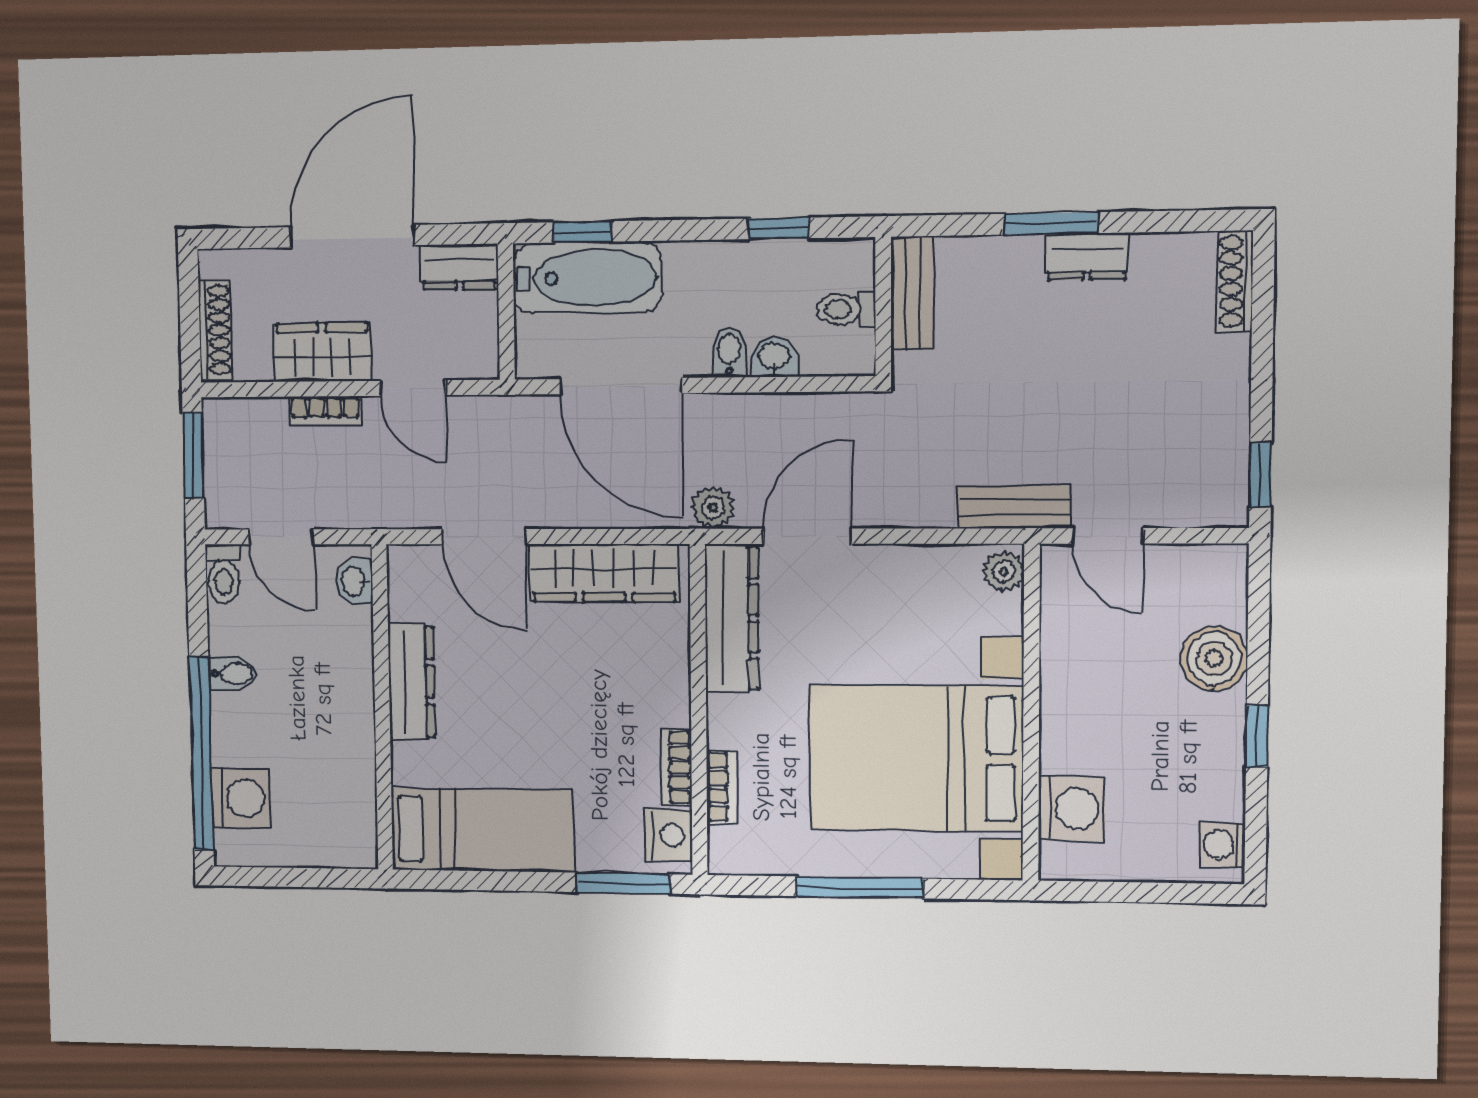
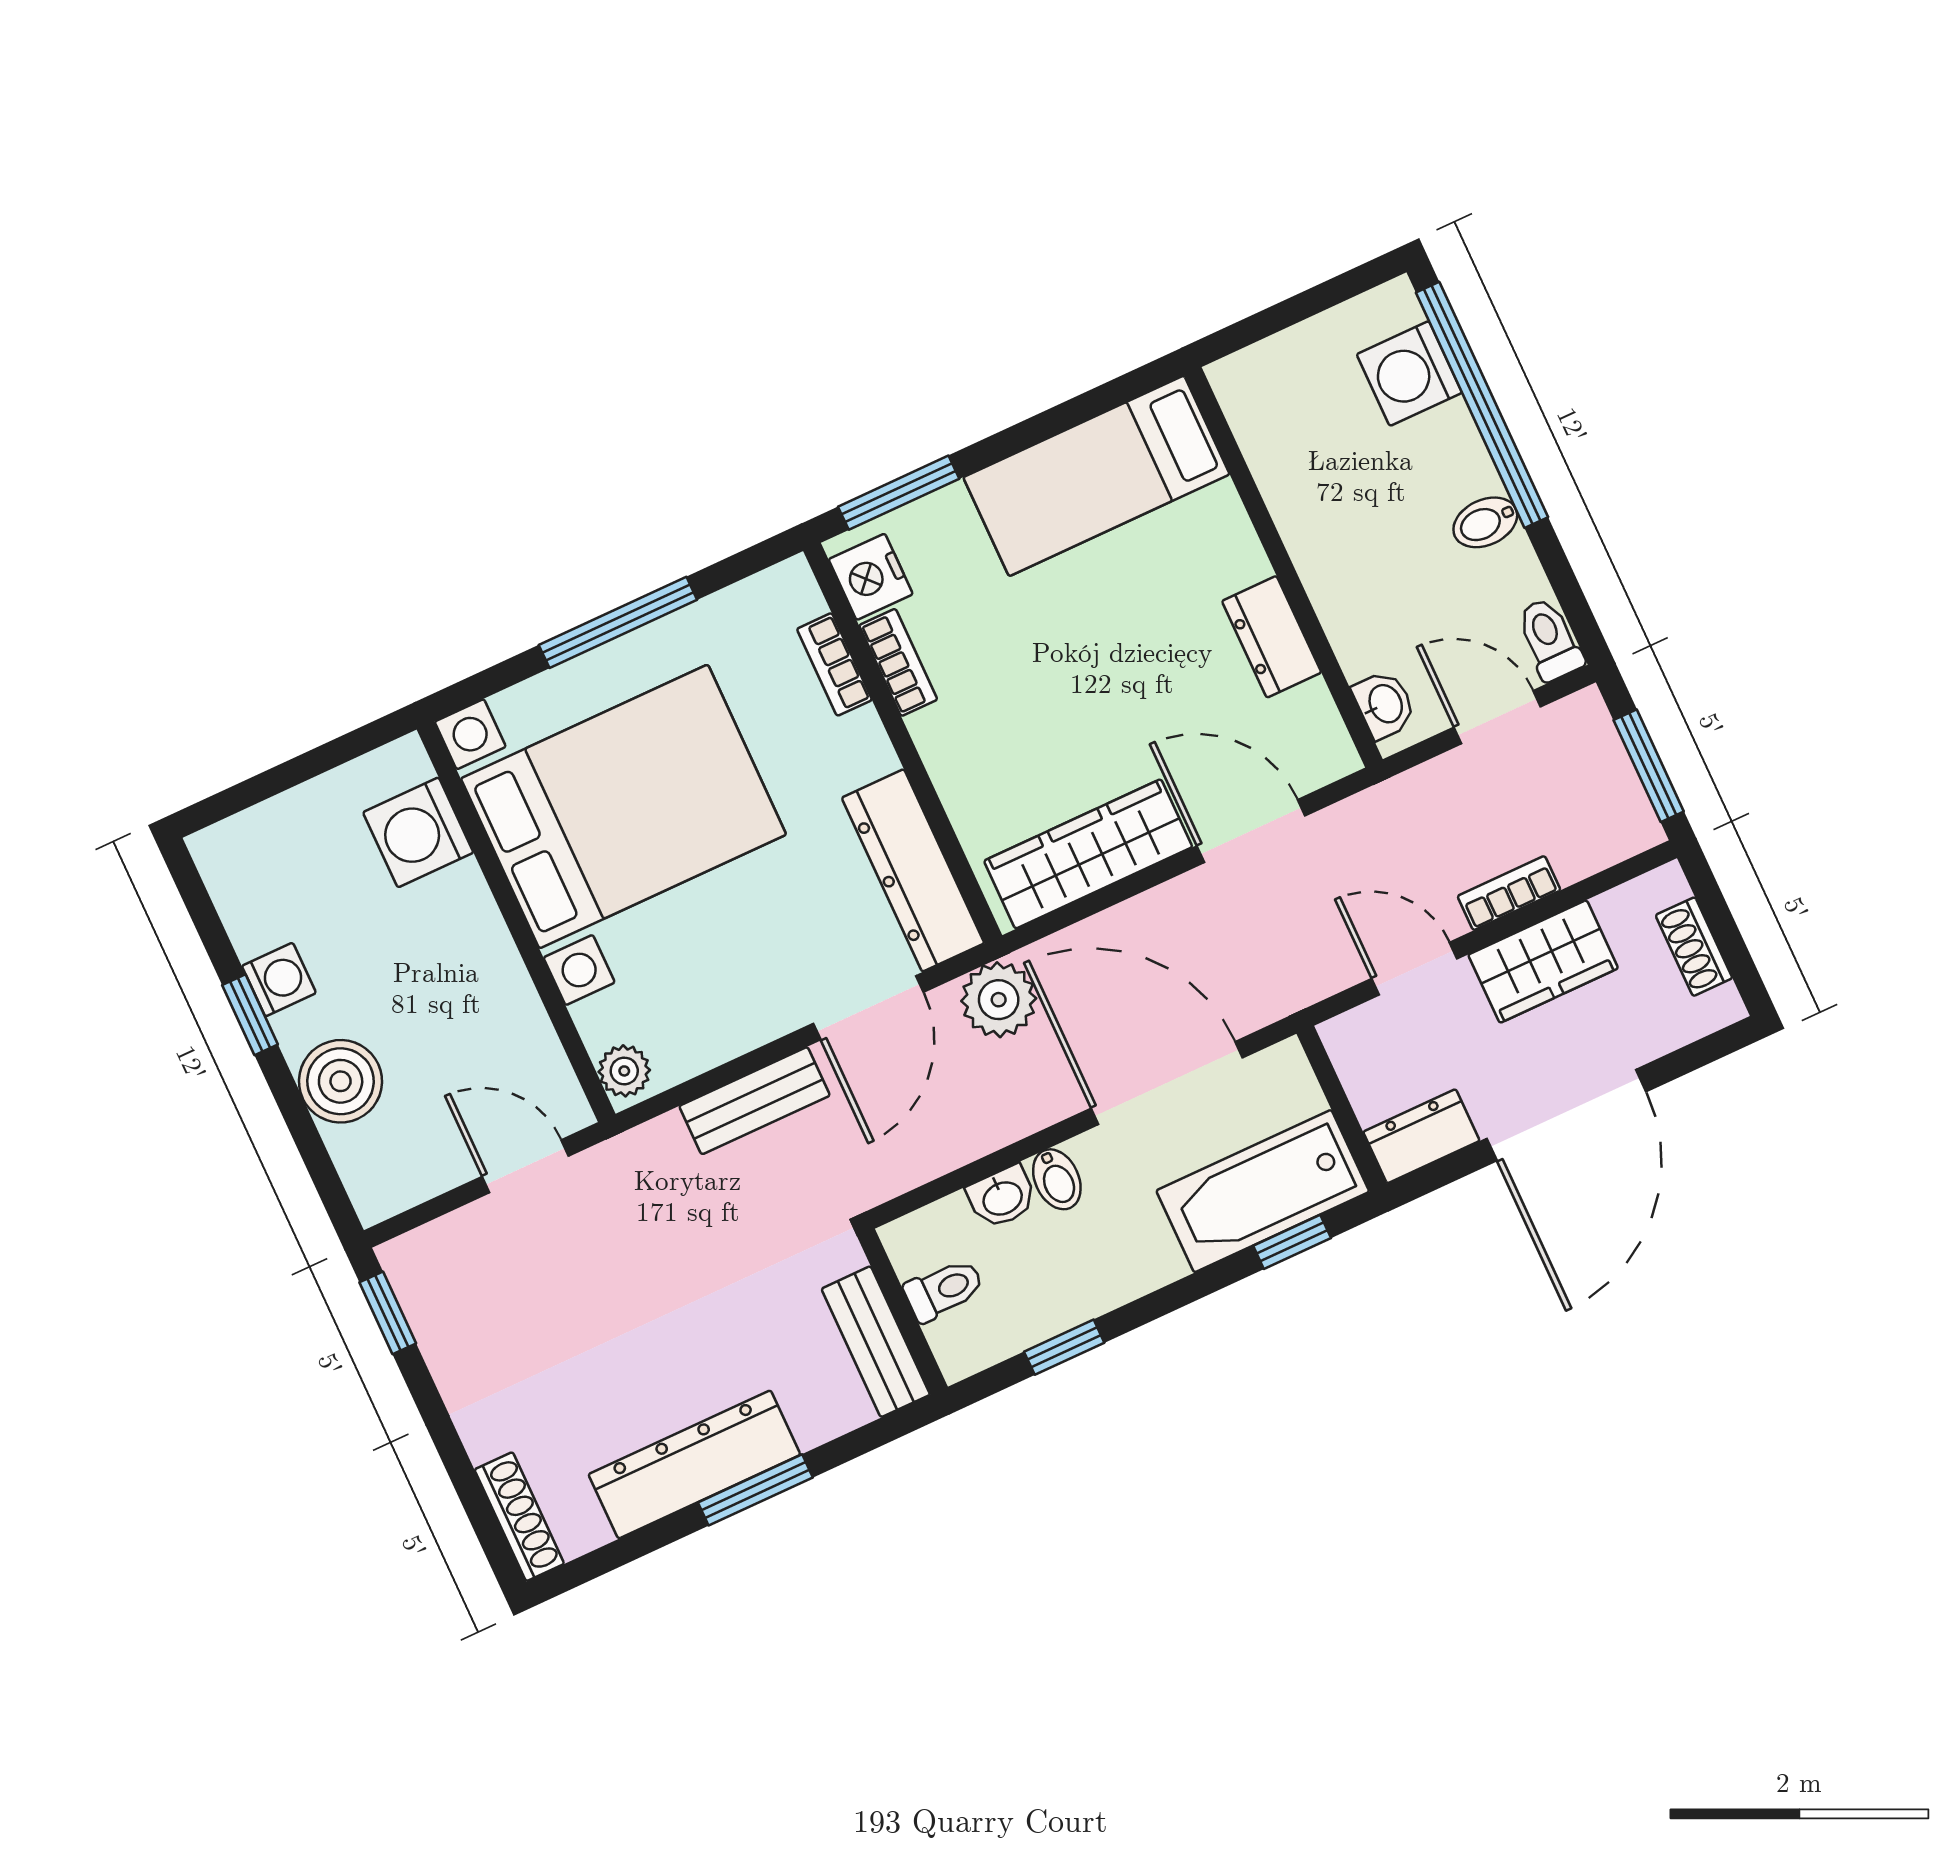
dresser: (1087, 257) -> (694, 1464), width x1.96, depth x1.24
shoe rack: (215, 330) -> (1694, 947), width x0.70
bench: (1014, 507) -> (755, 1101), moved
plant: (713, 508) -> (999, 1000), width x1.38, depth x1.38
dresser: (411, 682) -> (1272, 637), width x0.70
washing machine: (1222, 845) -> (279, 980), moved

